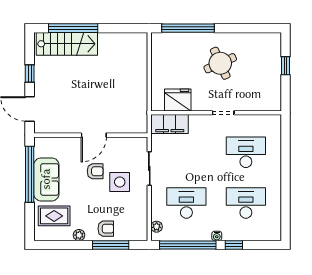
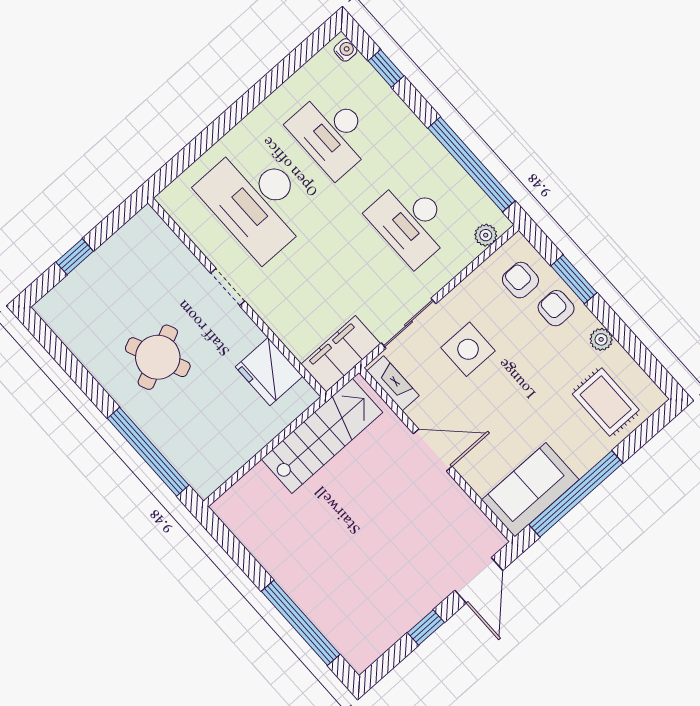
stairs: (67, 44) -> (322, 436), moved, turned 90
filing cabinet: (170, 124) -> (341, 354), moved, turned -90
fireplace: (132, 143) -> (393, 383), added
desk: (246, 152) -> (256, 201), width x1.36, depth x1.30
armchair: (95, 171) -> (520, 280), moved
sofa: (46, 179) -> (530, 490), moved
water cooler: (217, 236) -> (345, 50), moved
window: (111, 245) -> (574, 279), width x0.69
window: (234, 245) -> (386, 68), moved

